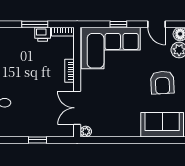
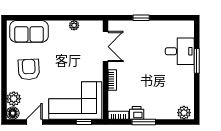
window: (118, 24) -> (84, 122), moved
door: (157, 24) -> (34, 122), hinge flipped
plant: (86, 132) -> (74, 25), moved

